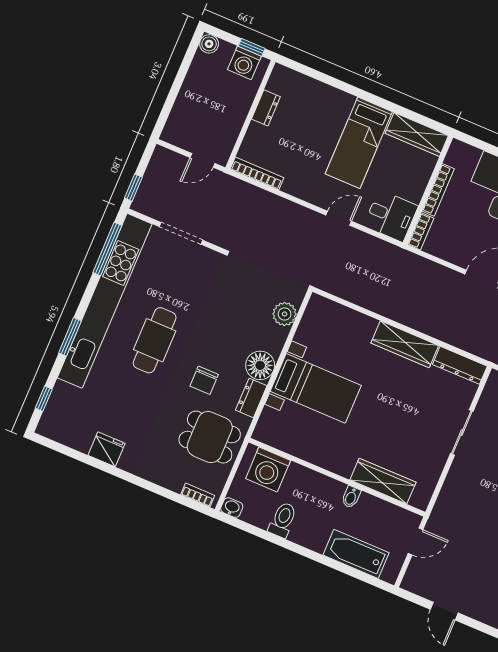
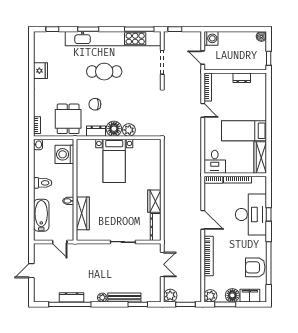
washing machine: (244, 63) -> (211, 38), moved, turned 180
door: (339, 218) -> (203, 110), moved
plant: (285, 314) -> (129, 130), moved
wardrobe: (405, 344) -> (154, 201), width x0.67
toilet: (283, 520) -> (43, 183), moved

